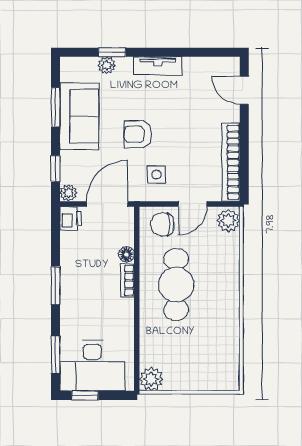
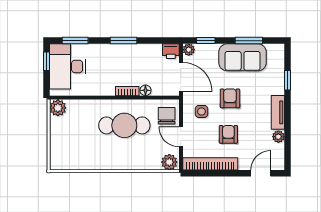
plant: (107, 65) -> (278, 137), moved
armchair: (189, 136) -> (228, 134), added

